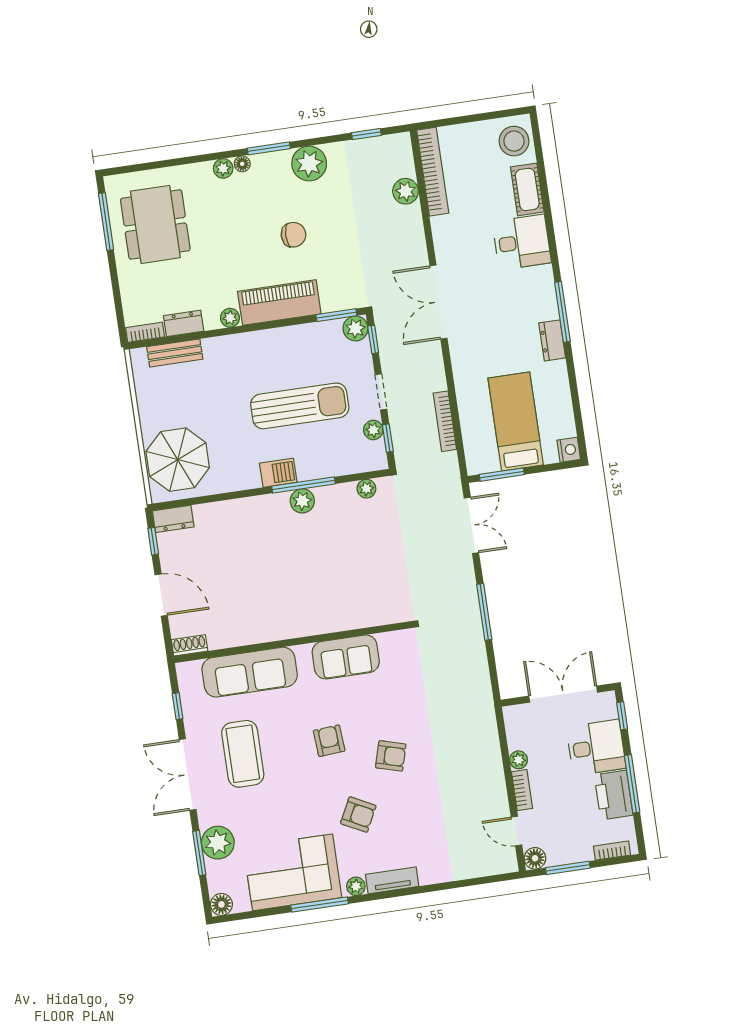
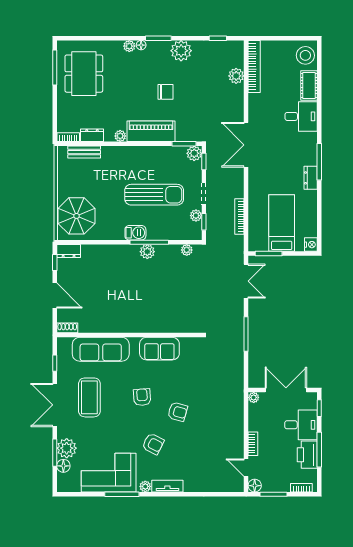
plant: (519, 760) -> (254, 397), moved
floor lamp: (221, 904) -> (63, 466), moved

